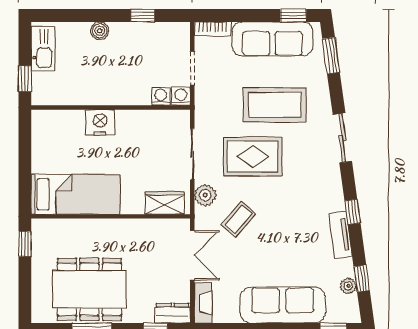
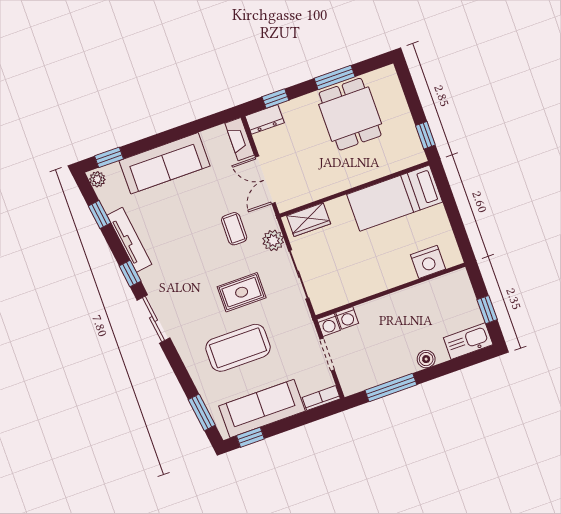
window: (143, 15) -> (391, 388), width x2.17
kitchen sink: (43, 49) -> (468, 341), moved, turned 90
window: (25, 79) -> (487, 310), moved
nightstand: (100, 122) -> (428, 262), moved
sliding door: (342, 138) -> (154, 319), moved
rug: (253, 157) -> (242, 292), width x0.73, depth x0.70
coffee table: (238, 219) -> (234, 229), turned -40
tv unit: (341, 235) -> (129, 240), width x1.41
plant: (348, 286) -> (97, 179), moved
dining table: (89, 289) -> (350, 114), width x0.73

